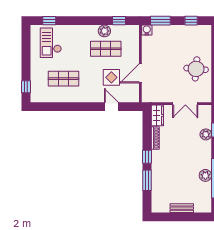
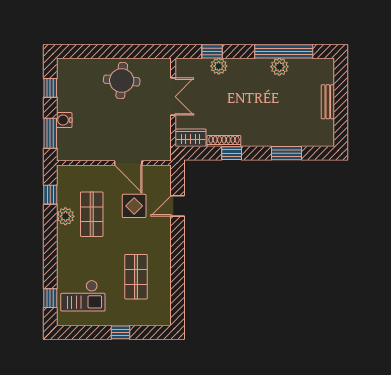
water cooler: (147, 30) -> (64, 120), moved
window: (26, 87) -> (120, 332), moved
window: (147, 157) -> (232, 153), moved

